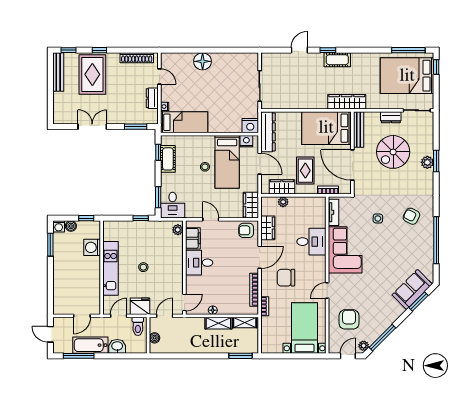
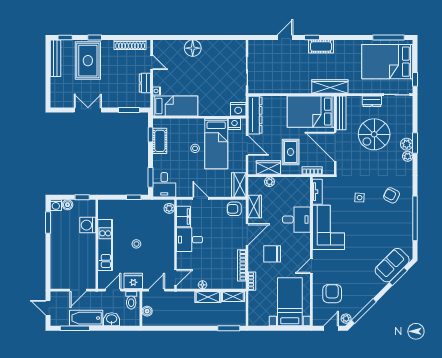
window: (436, 67) -> (415, 79), moved
plant: (428, 175) -> (408, 156), added

